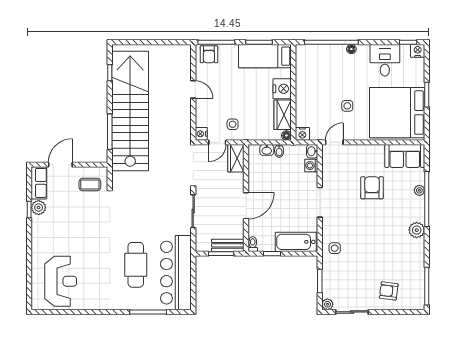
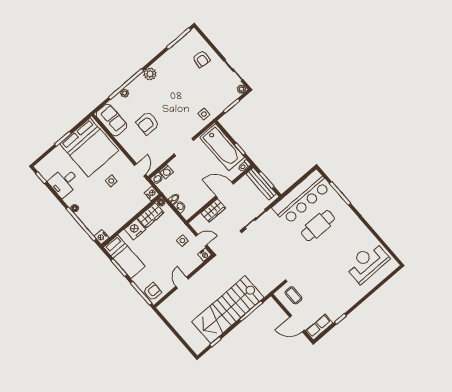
nightstand: (418, 51) -> (101, 237), moved
stairs: (130, 111) -> (228, 310), width x0.73
door: (334, 142) -> (140, 170), swing flipped
wardrobe: (236, 158) -> (213, 210), moved
plant: (39, 208) -> (334, 314), removed
bathtub: (296, 242) -> (222, 147), width x1.36, depth x1.36
bench: (228, 245) -> (261, 184), width x1.36

